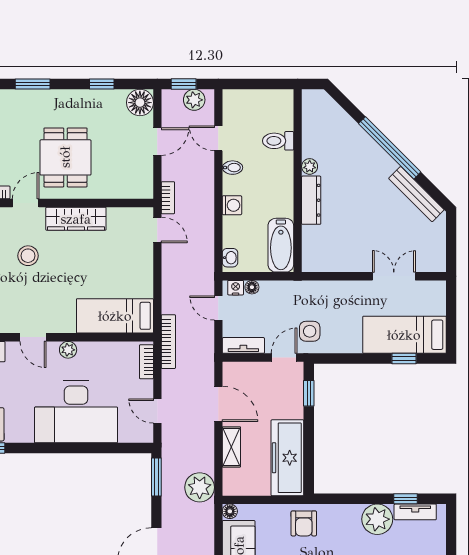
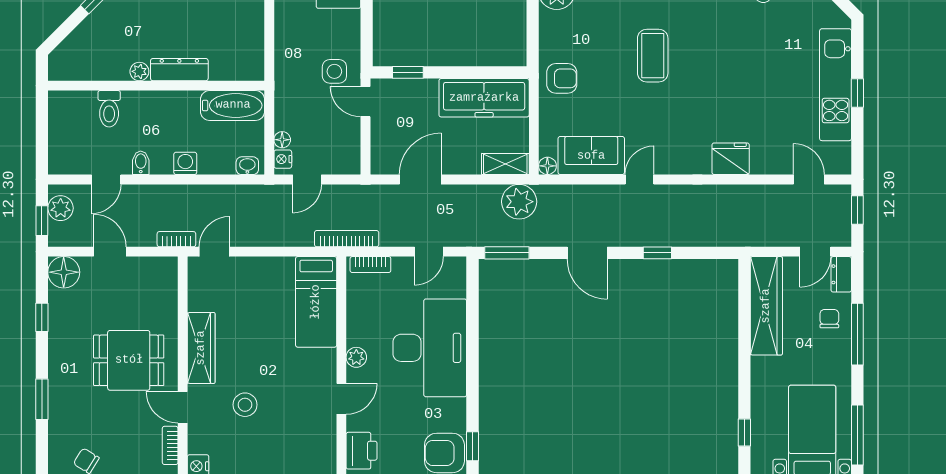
tv unit: (243, 345) -> (351, 150), removed
shelving: (231, 447) -> (505, 164), moved

